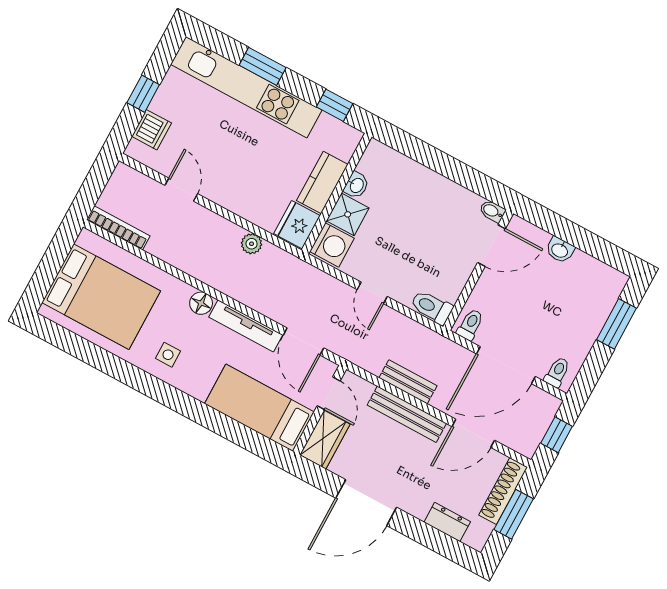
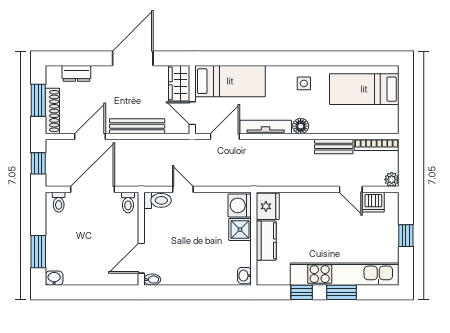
window: (335, 105) -> (302, 292), moved
dishwasher: (152, 130) -> (373, 202), moved, turned -90
washbasin: (356, 185) -> (244, 276), moved
plant: (252, 244) -> (392, 179), moved
washbasin: (560, 250) -> (54, 278), moved
door: (372, 293) -> (183, 189), moved
bed: (101, 297) -> (364, 89), width x0.67
door: (304, 342) -> (225, 137), hinge flipped
bench: (408, 382) -> (334, 147), moved

